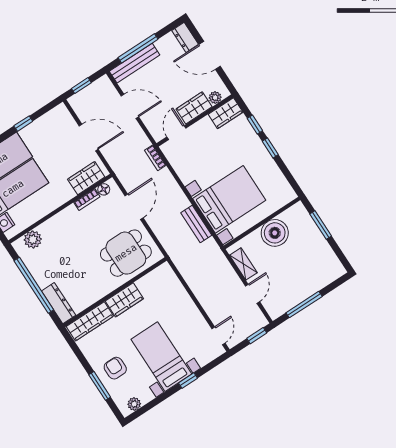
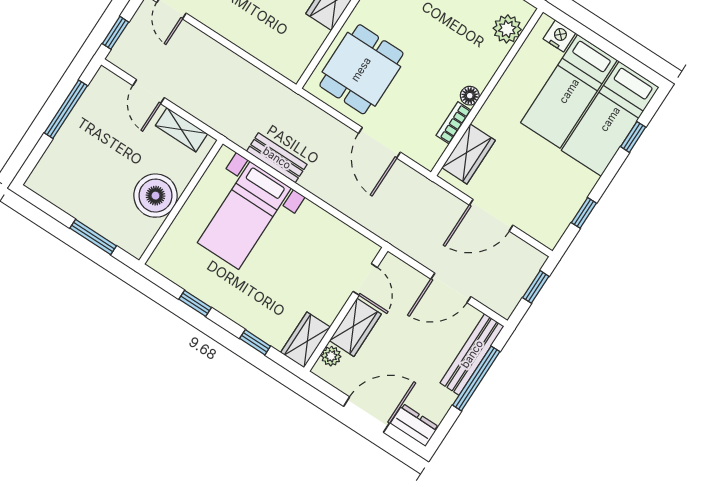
window: (23, 124) -> (584, 213), moved
window: (270, 148) -> (195, 303), moved
bookcase: (155, 158) -> (380, 229), removed
floor lamp: (104, 189) -> (470, 96), moved
bed with nightstands: (229, 199) -> (244, 215), width x0.73

